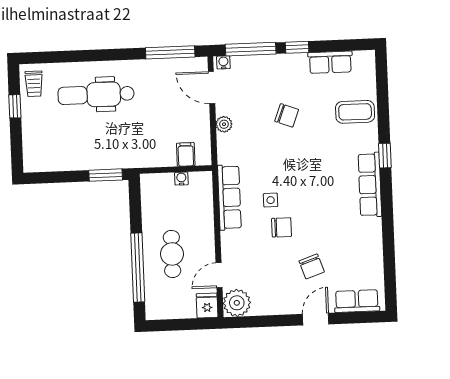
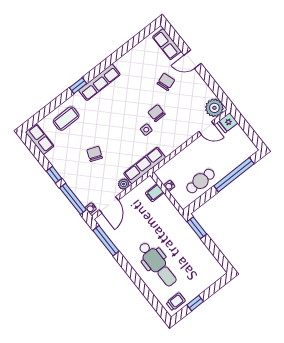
row of seats: (330, 62) -> (40, 139), moved
coffee table: (355, 112) -> (66, 119), turned 90
row of seats: (229, 197) -> (145, 166), moved
cafe table: (172, 254) -> (200, 181), moved

